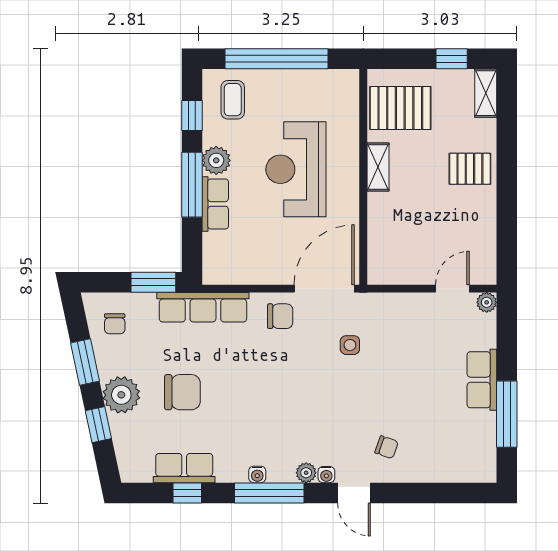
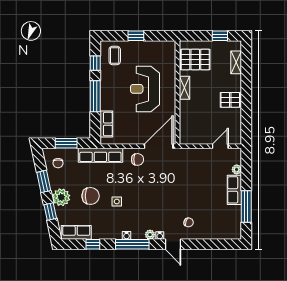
window: (277, 59) -> (136, 36), width x0.32
shelving: (486, 93) -> (236, 62), moved
plant: (216, 160) -> (107, 85), removed
pallet: (470, 169) -> (230, 100), moved
row of seats: (215, 204) -> (106, 124), moved
window: (153, 282) -> (66, 143), moved
plant: (487, 302) -> (237, 169), moved
side table: (350, 345) -> (117, 201), moved
row of seats: (184, 468) -> (76, 232), moved

